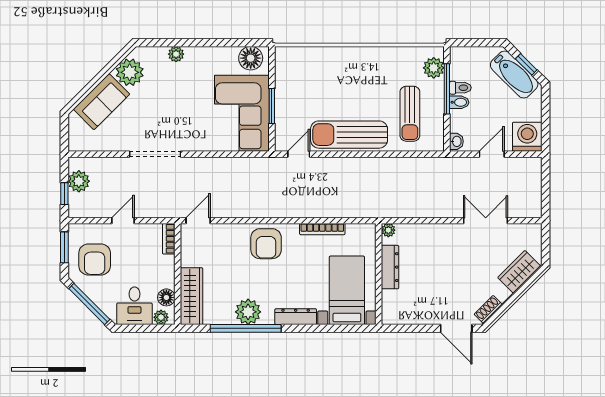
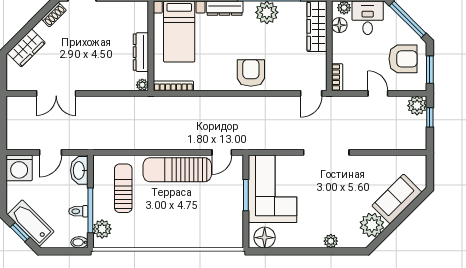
bidet: (459, 102) -> (79, 242), moved
sun lounger: (349, 135) -> (177, 170), turned 180
washbasin: (456, 141) -> (79, 170), width x1.91, depth x1.45
doorway: (155, 154) -> (326, 152), moved
plant: (79, 181) -> (417, 106), moved
door: (123, 221) -> (378, 93), swing flipped
bookcase: (322, 229) -> (173, 86), moved
armchair: (95, 259) -> (403, 59), turned 90

